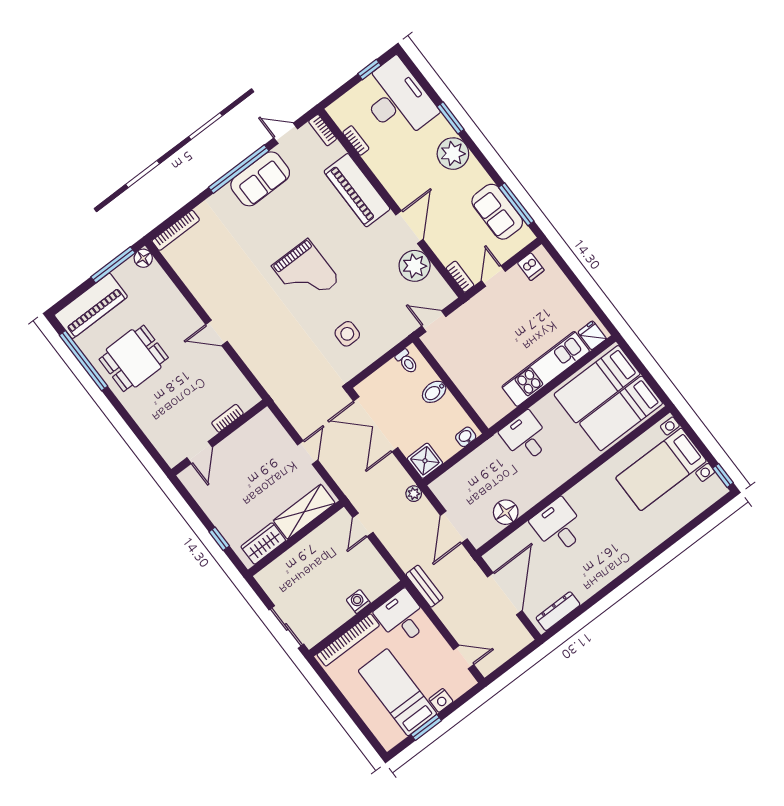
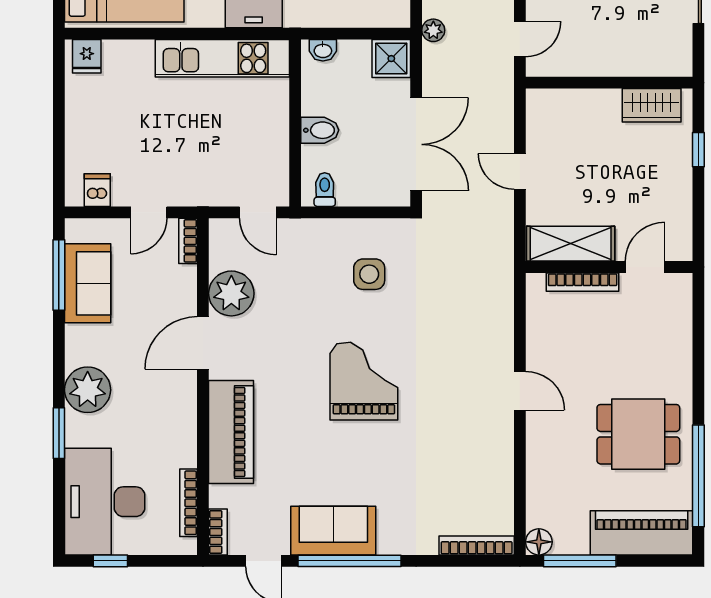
bookcase: (356, 140) -> (189, 503), width x1.56
kitchen unit: (546, 369) -> (222, 58), moved
bookcase: (227, 418) -> (583, 282), width x1.56
door: (308, 453) -> (520, 172), hinge flipped
shelving: (304, 512) -> (571, 244), moved

